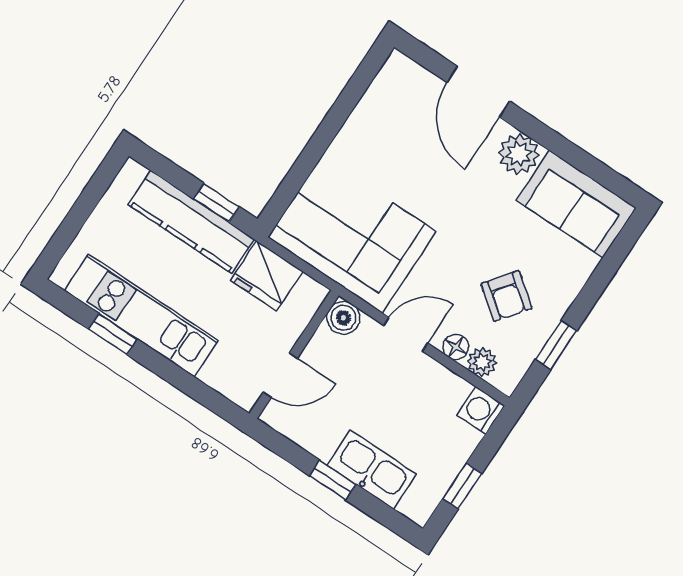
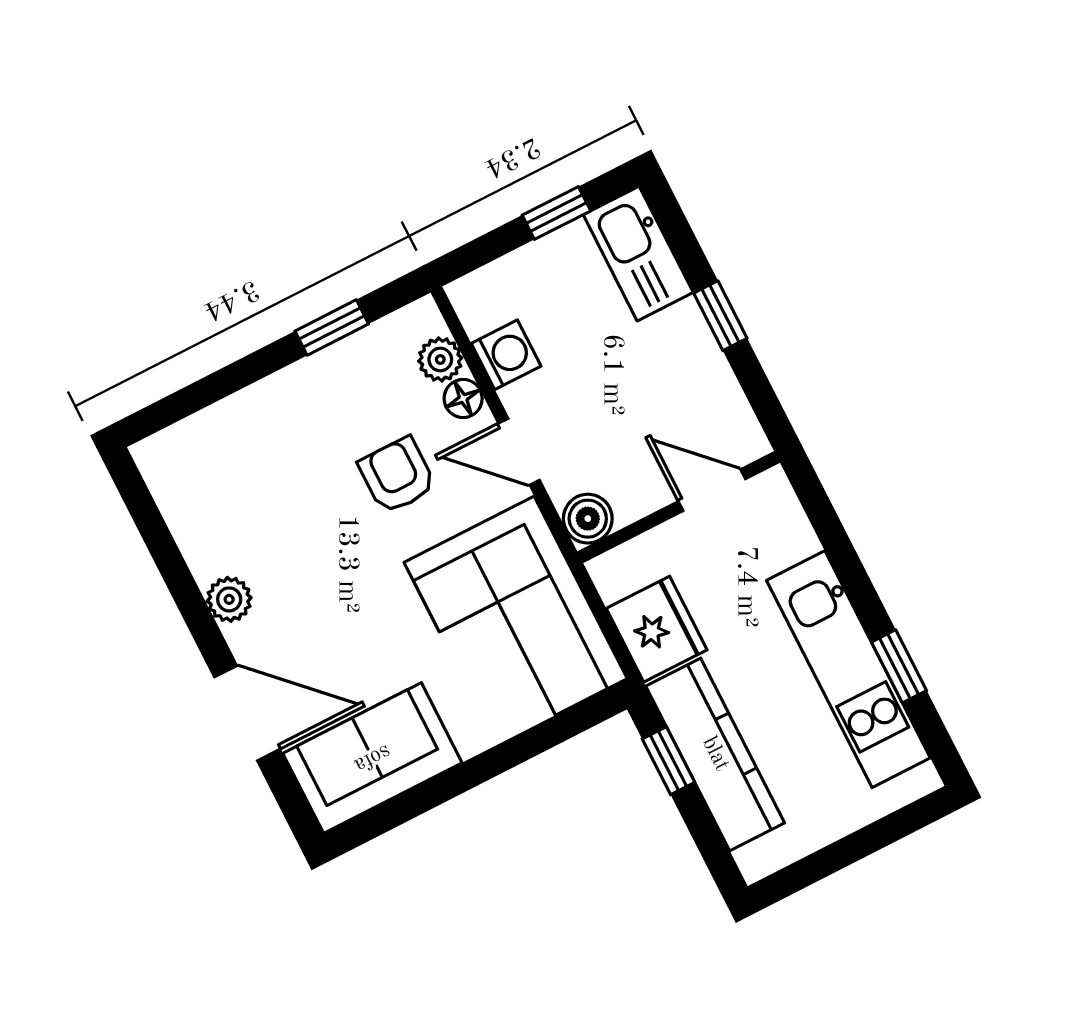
door: (478, 92) -> (247, 713), hinge flipped
plant: (519, 154) -> (229, 599), width x0.73, depth x0.73
sofa: (576, 204) -> (372, 758), moved, turned -90
armchair: (506, 296) -> (397, 475), moved, turned -37
washing machine: (481, 410) -> (506, 355), moved, turned -90
kitchen sink: (372, 470) -> (638, 254), moved

